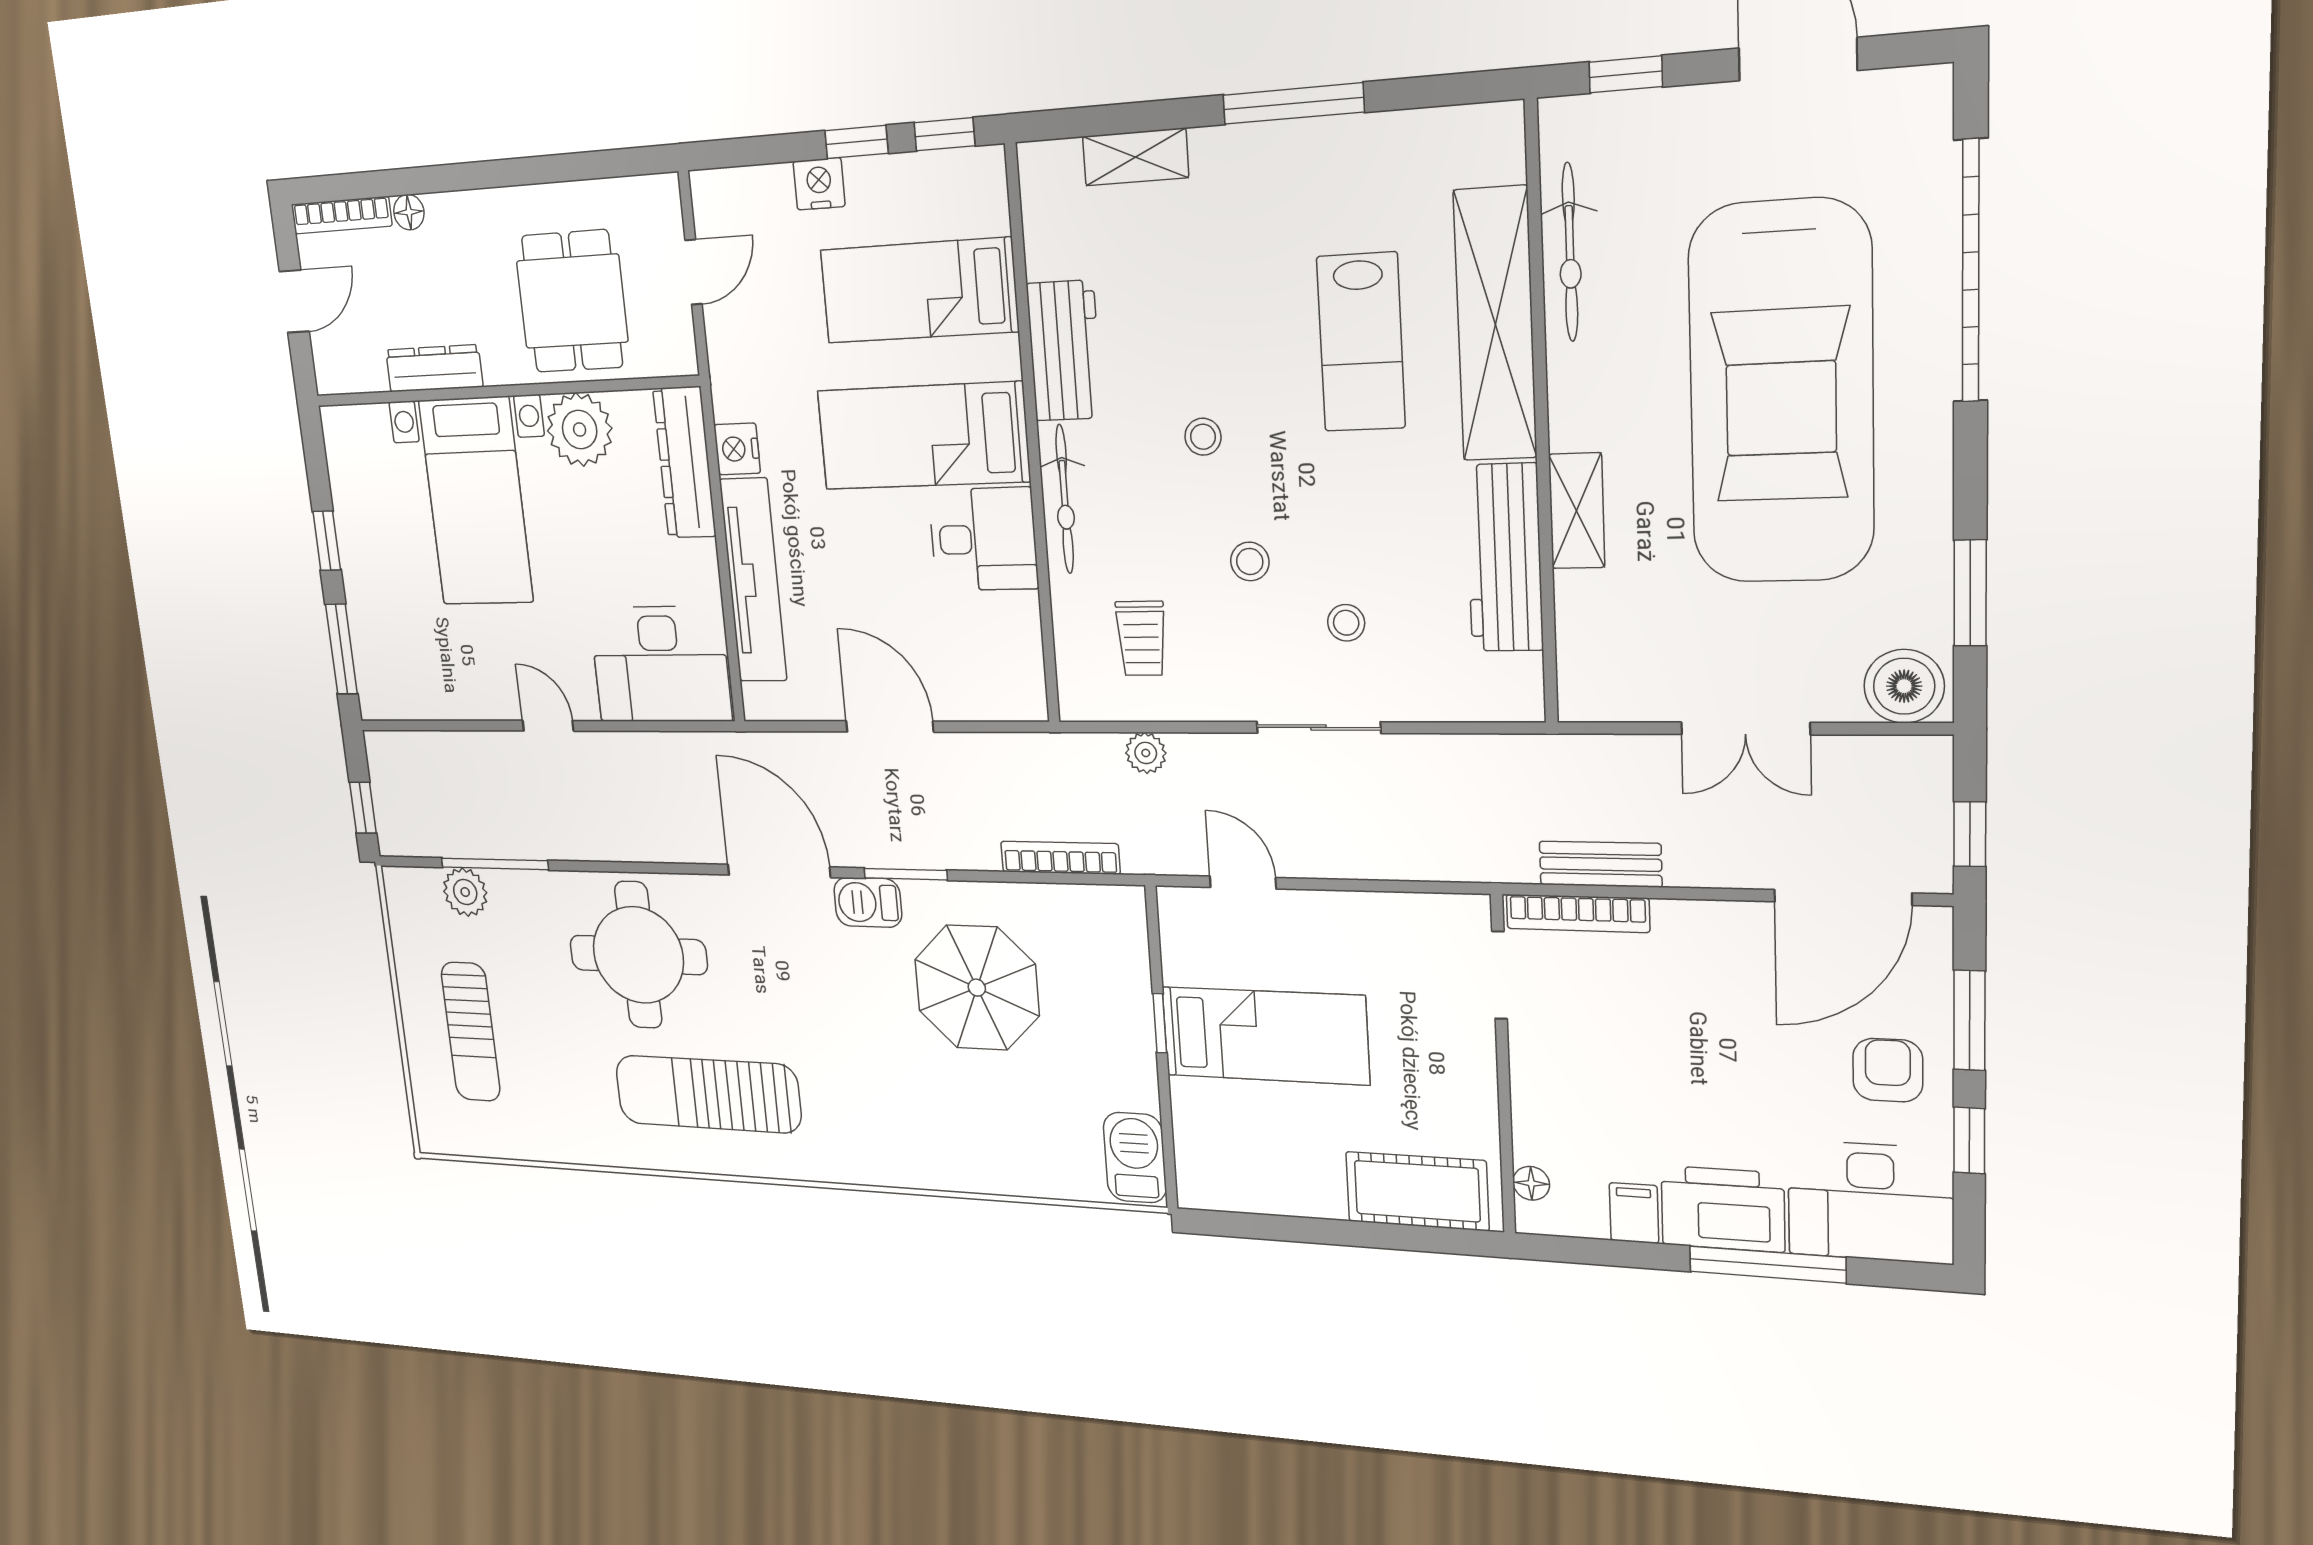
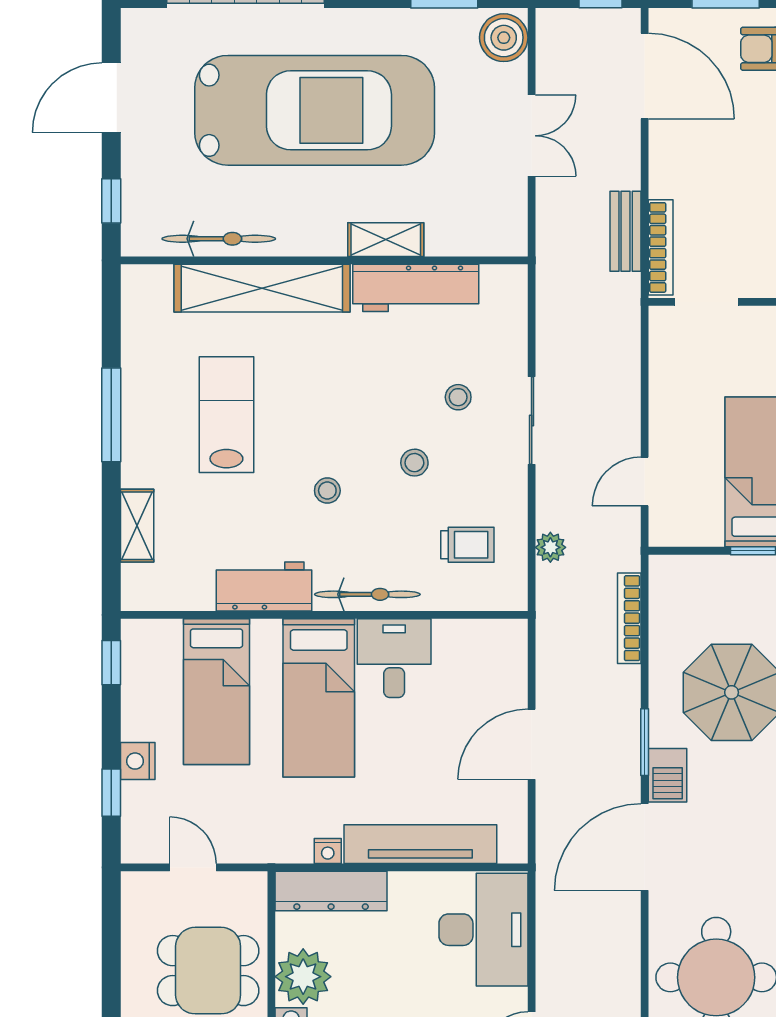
window: (856, 142) -> (111, 793), moved
lab bench: (1361, 342) -> (226, 415), moved, turned -90
nightstand: (737, 449) -> (328, 851), width x0.72, depth x0.74

